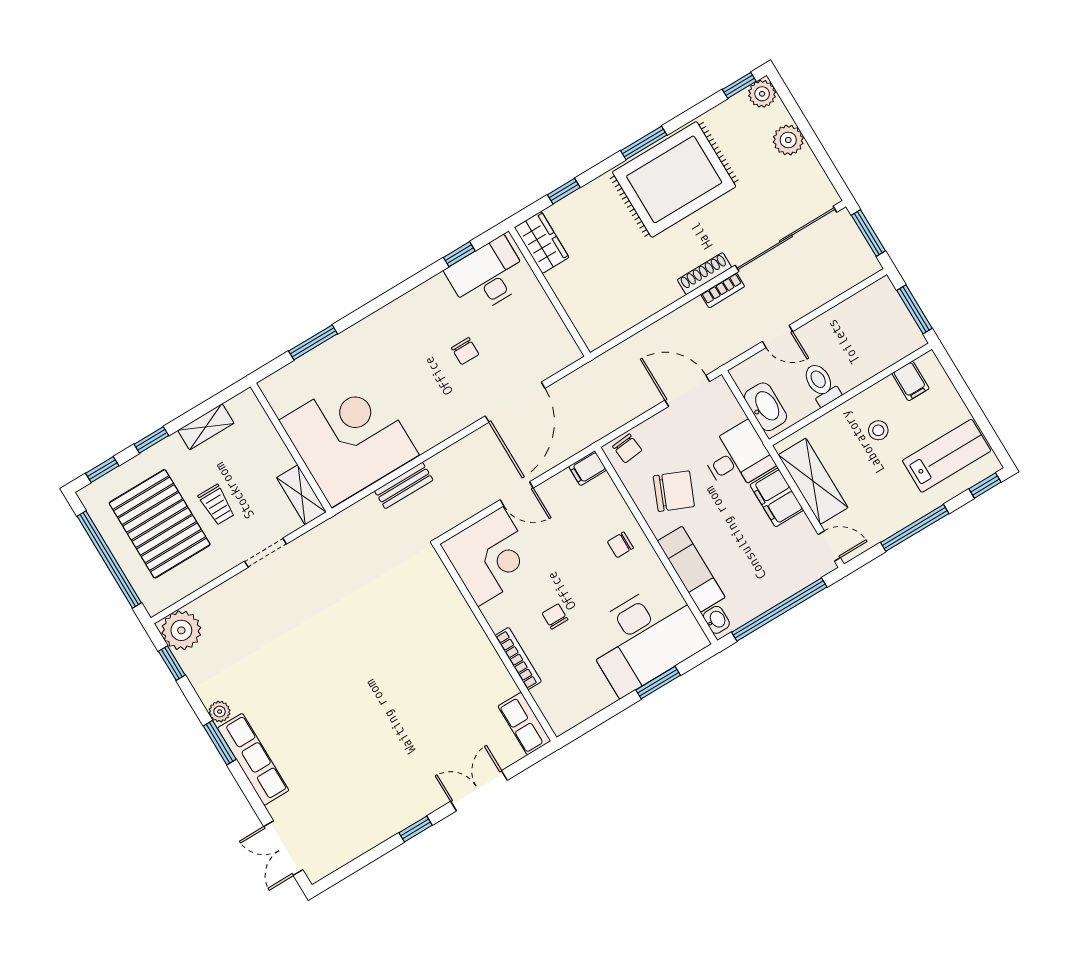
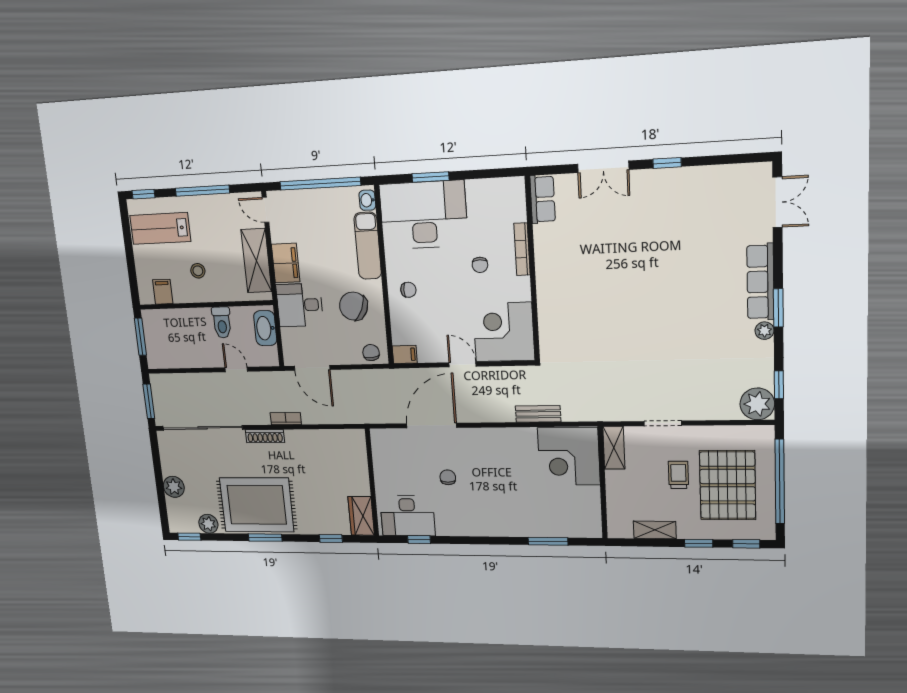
plant: (762, 94) -> (208, 524), moved
bookcase: (723, 290) -> (286, 419), moved
corner desk: (349, 438) -> (569, 456), width x0.74, depth x0.74

